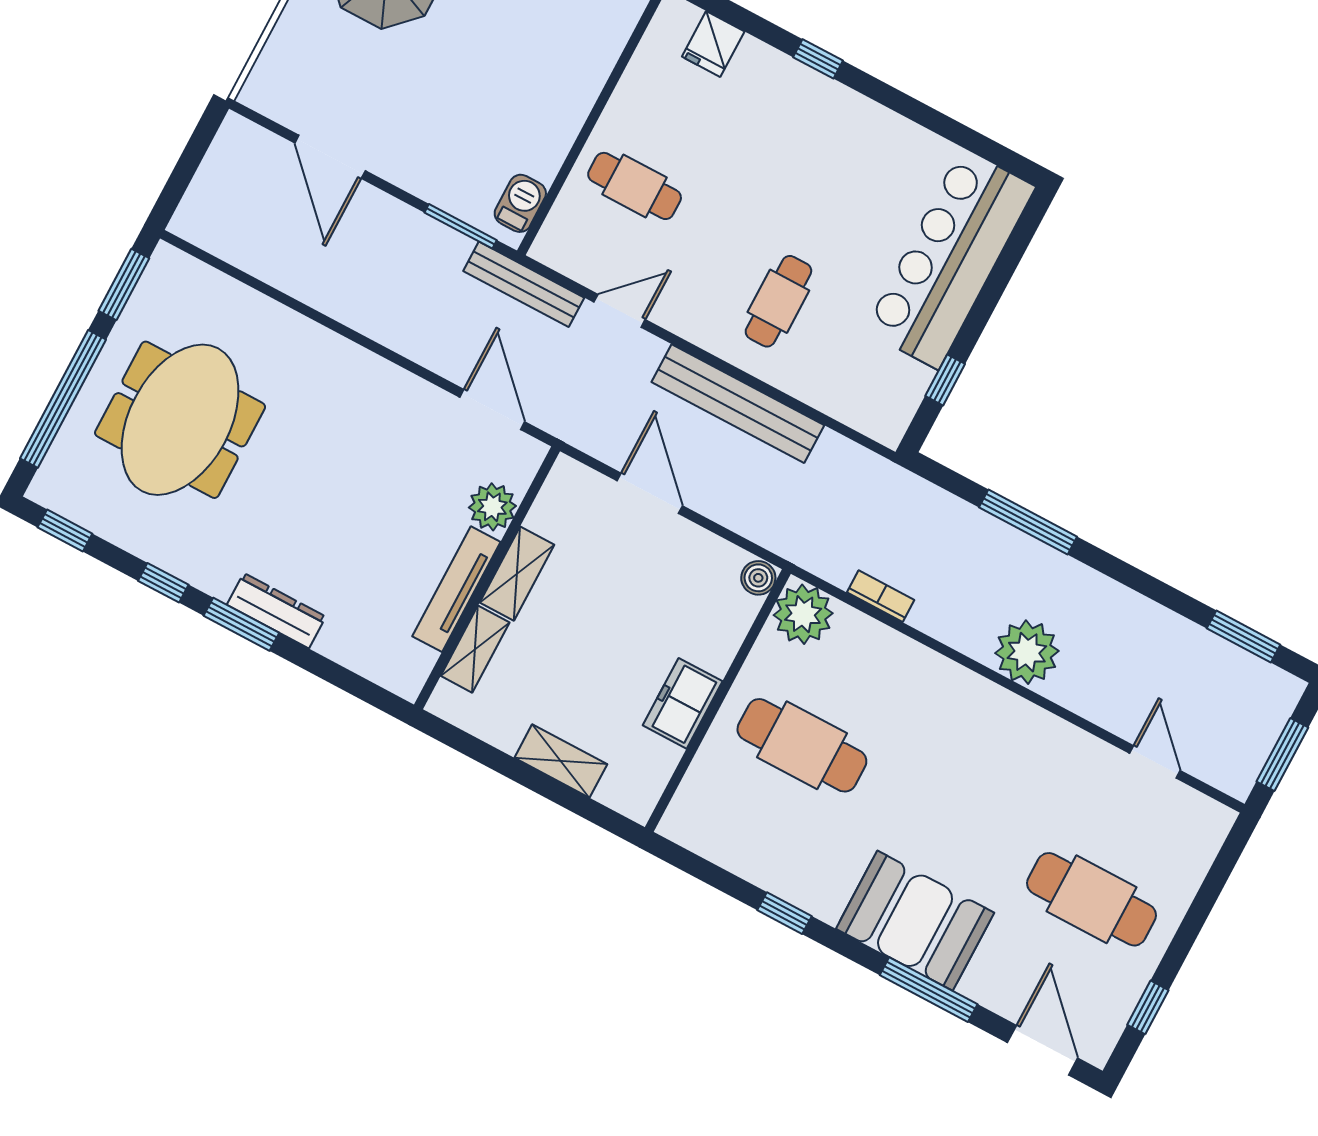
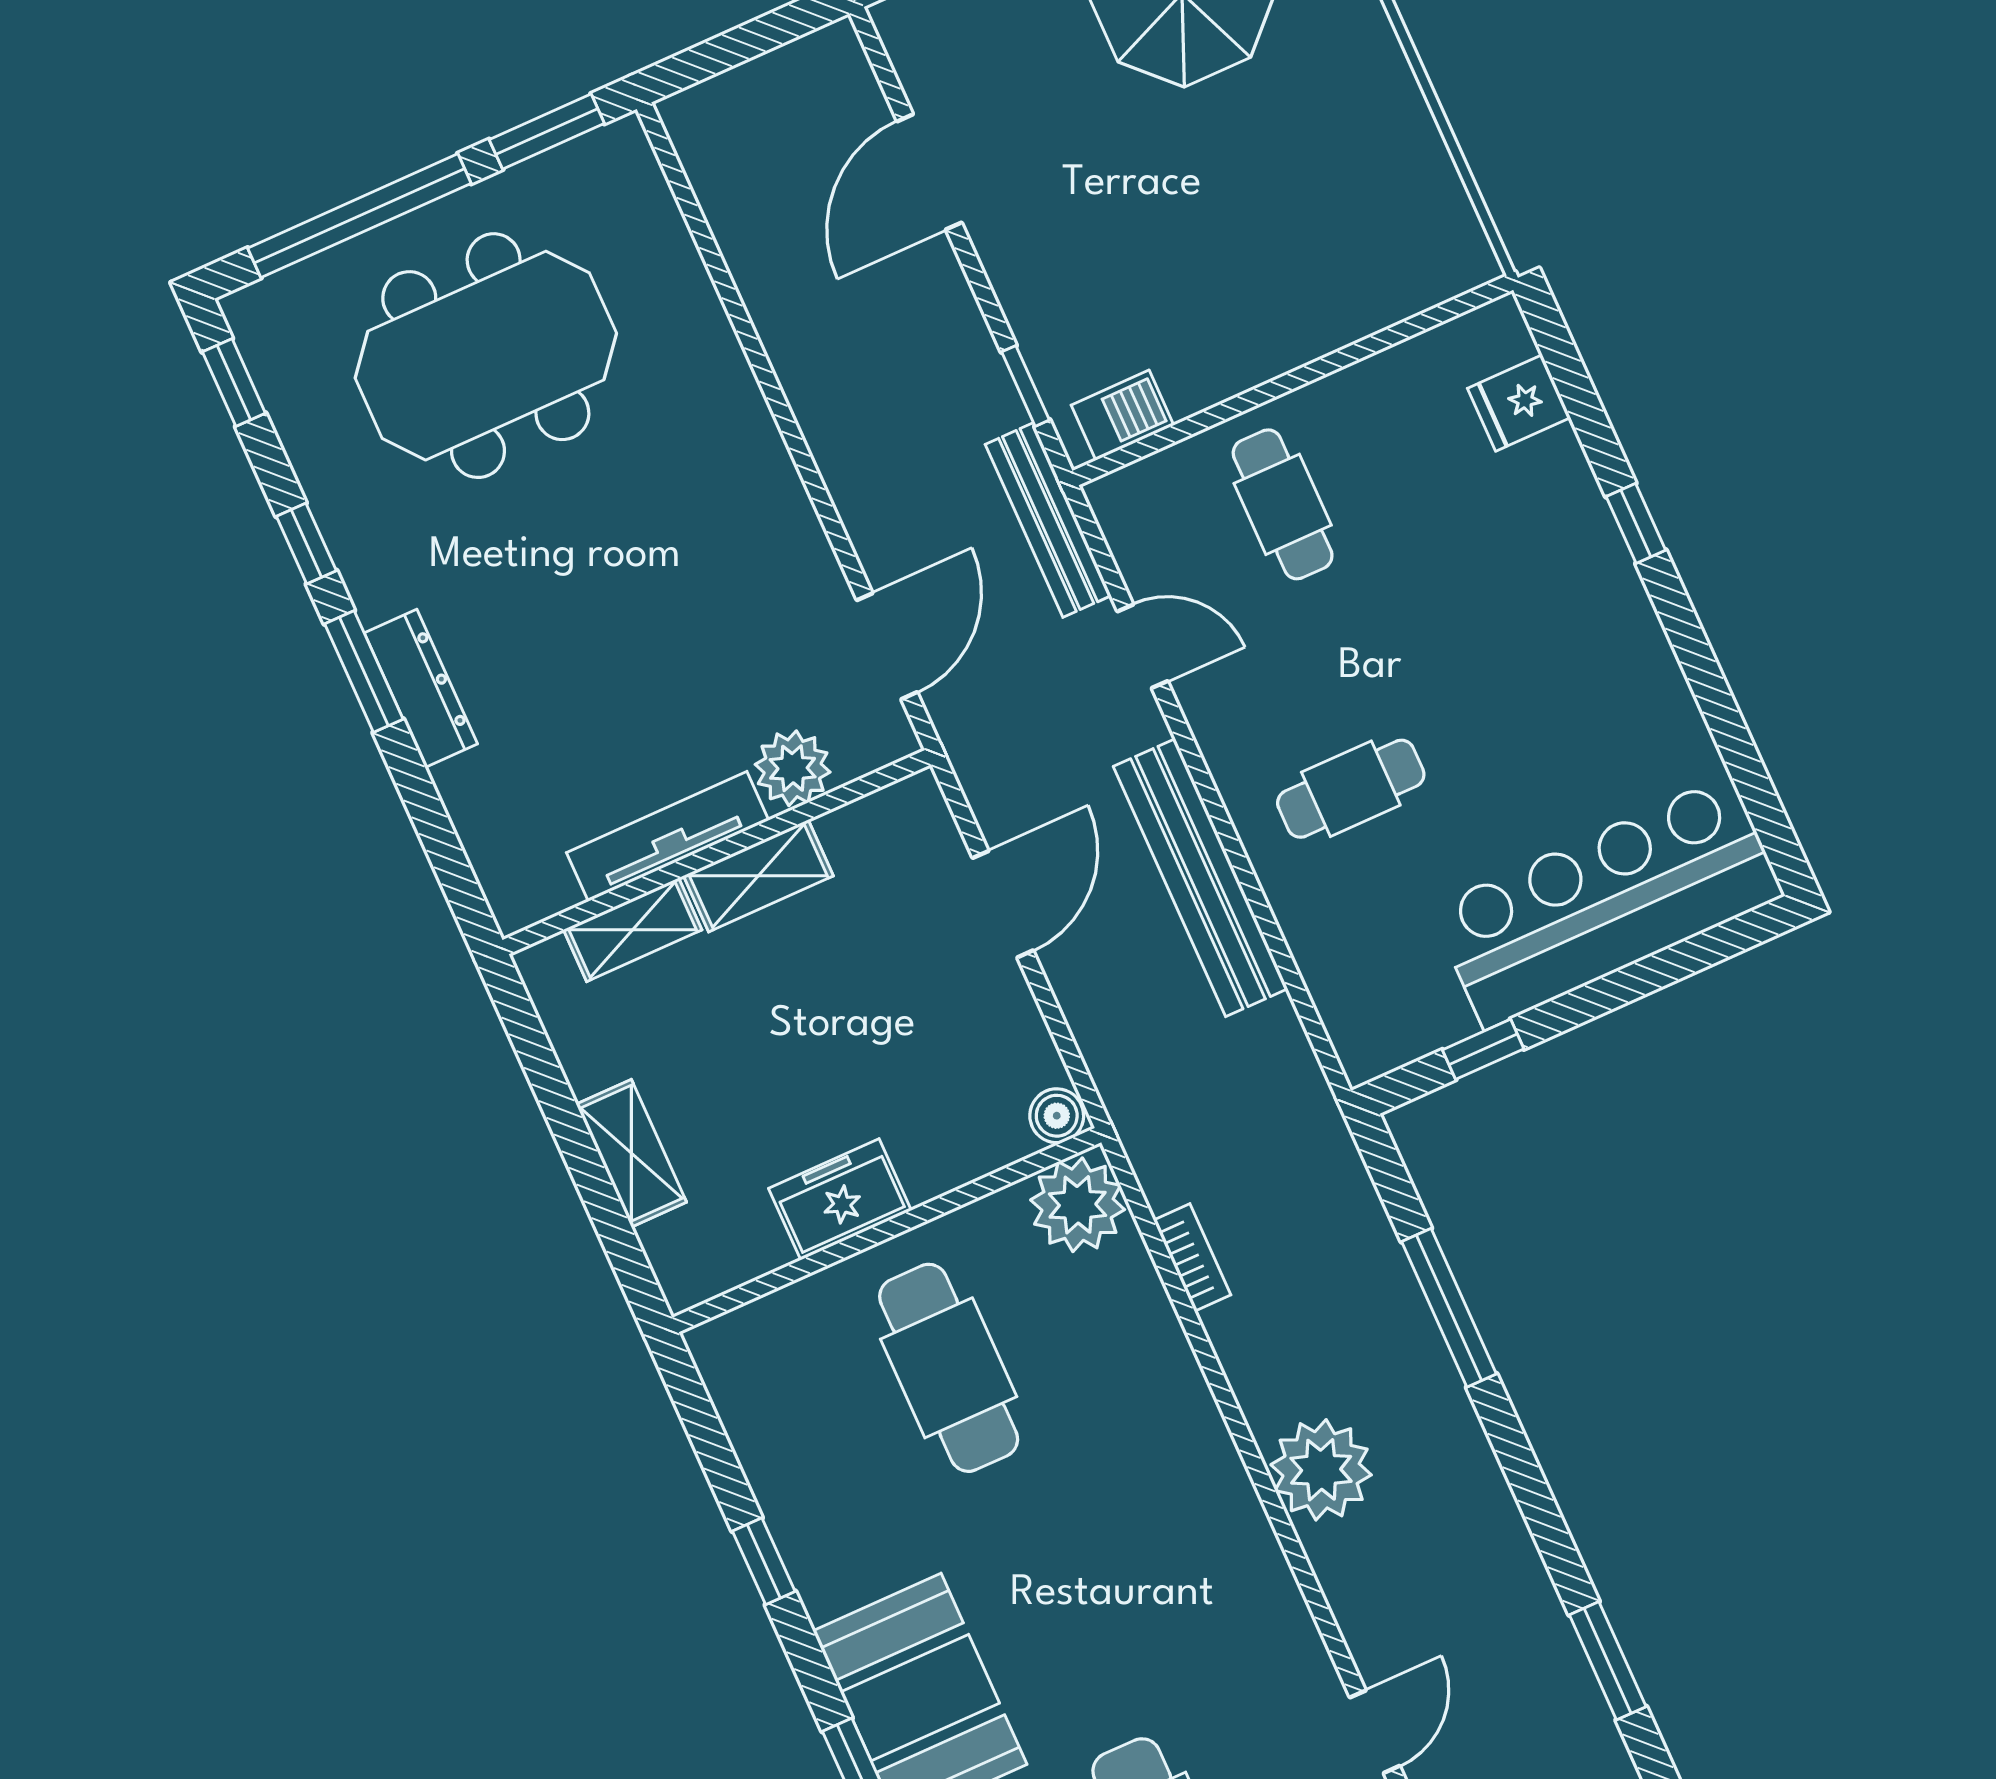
window: (461, 226) -> (1025, 386), width x0.67

